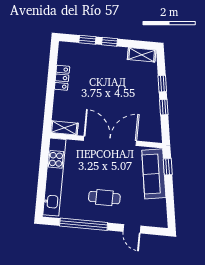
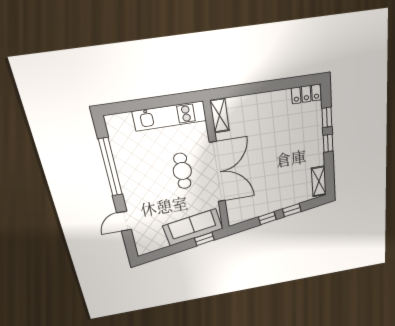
locker: (62, 78) -> (306, 94), moved
kitchen unit: (54, 177) -> (170, 116), width x0.73
cafe table: (104, 198) -> (182, 171), moved

